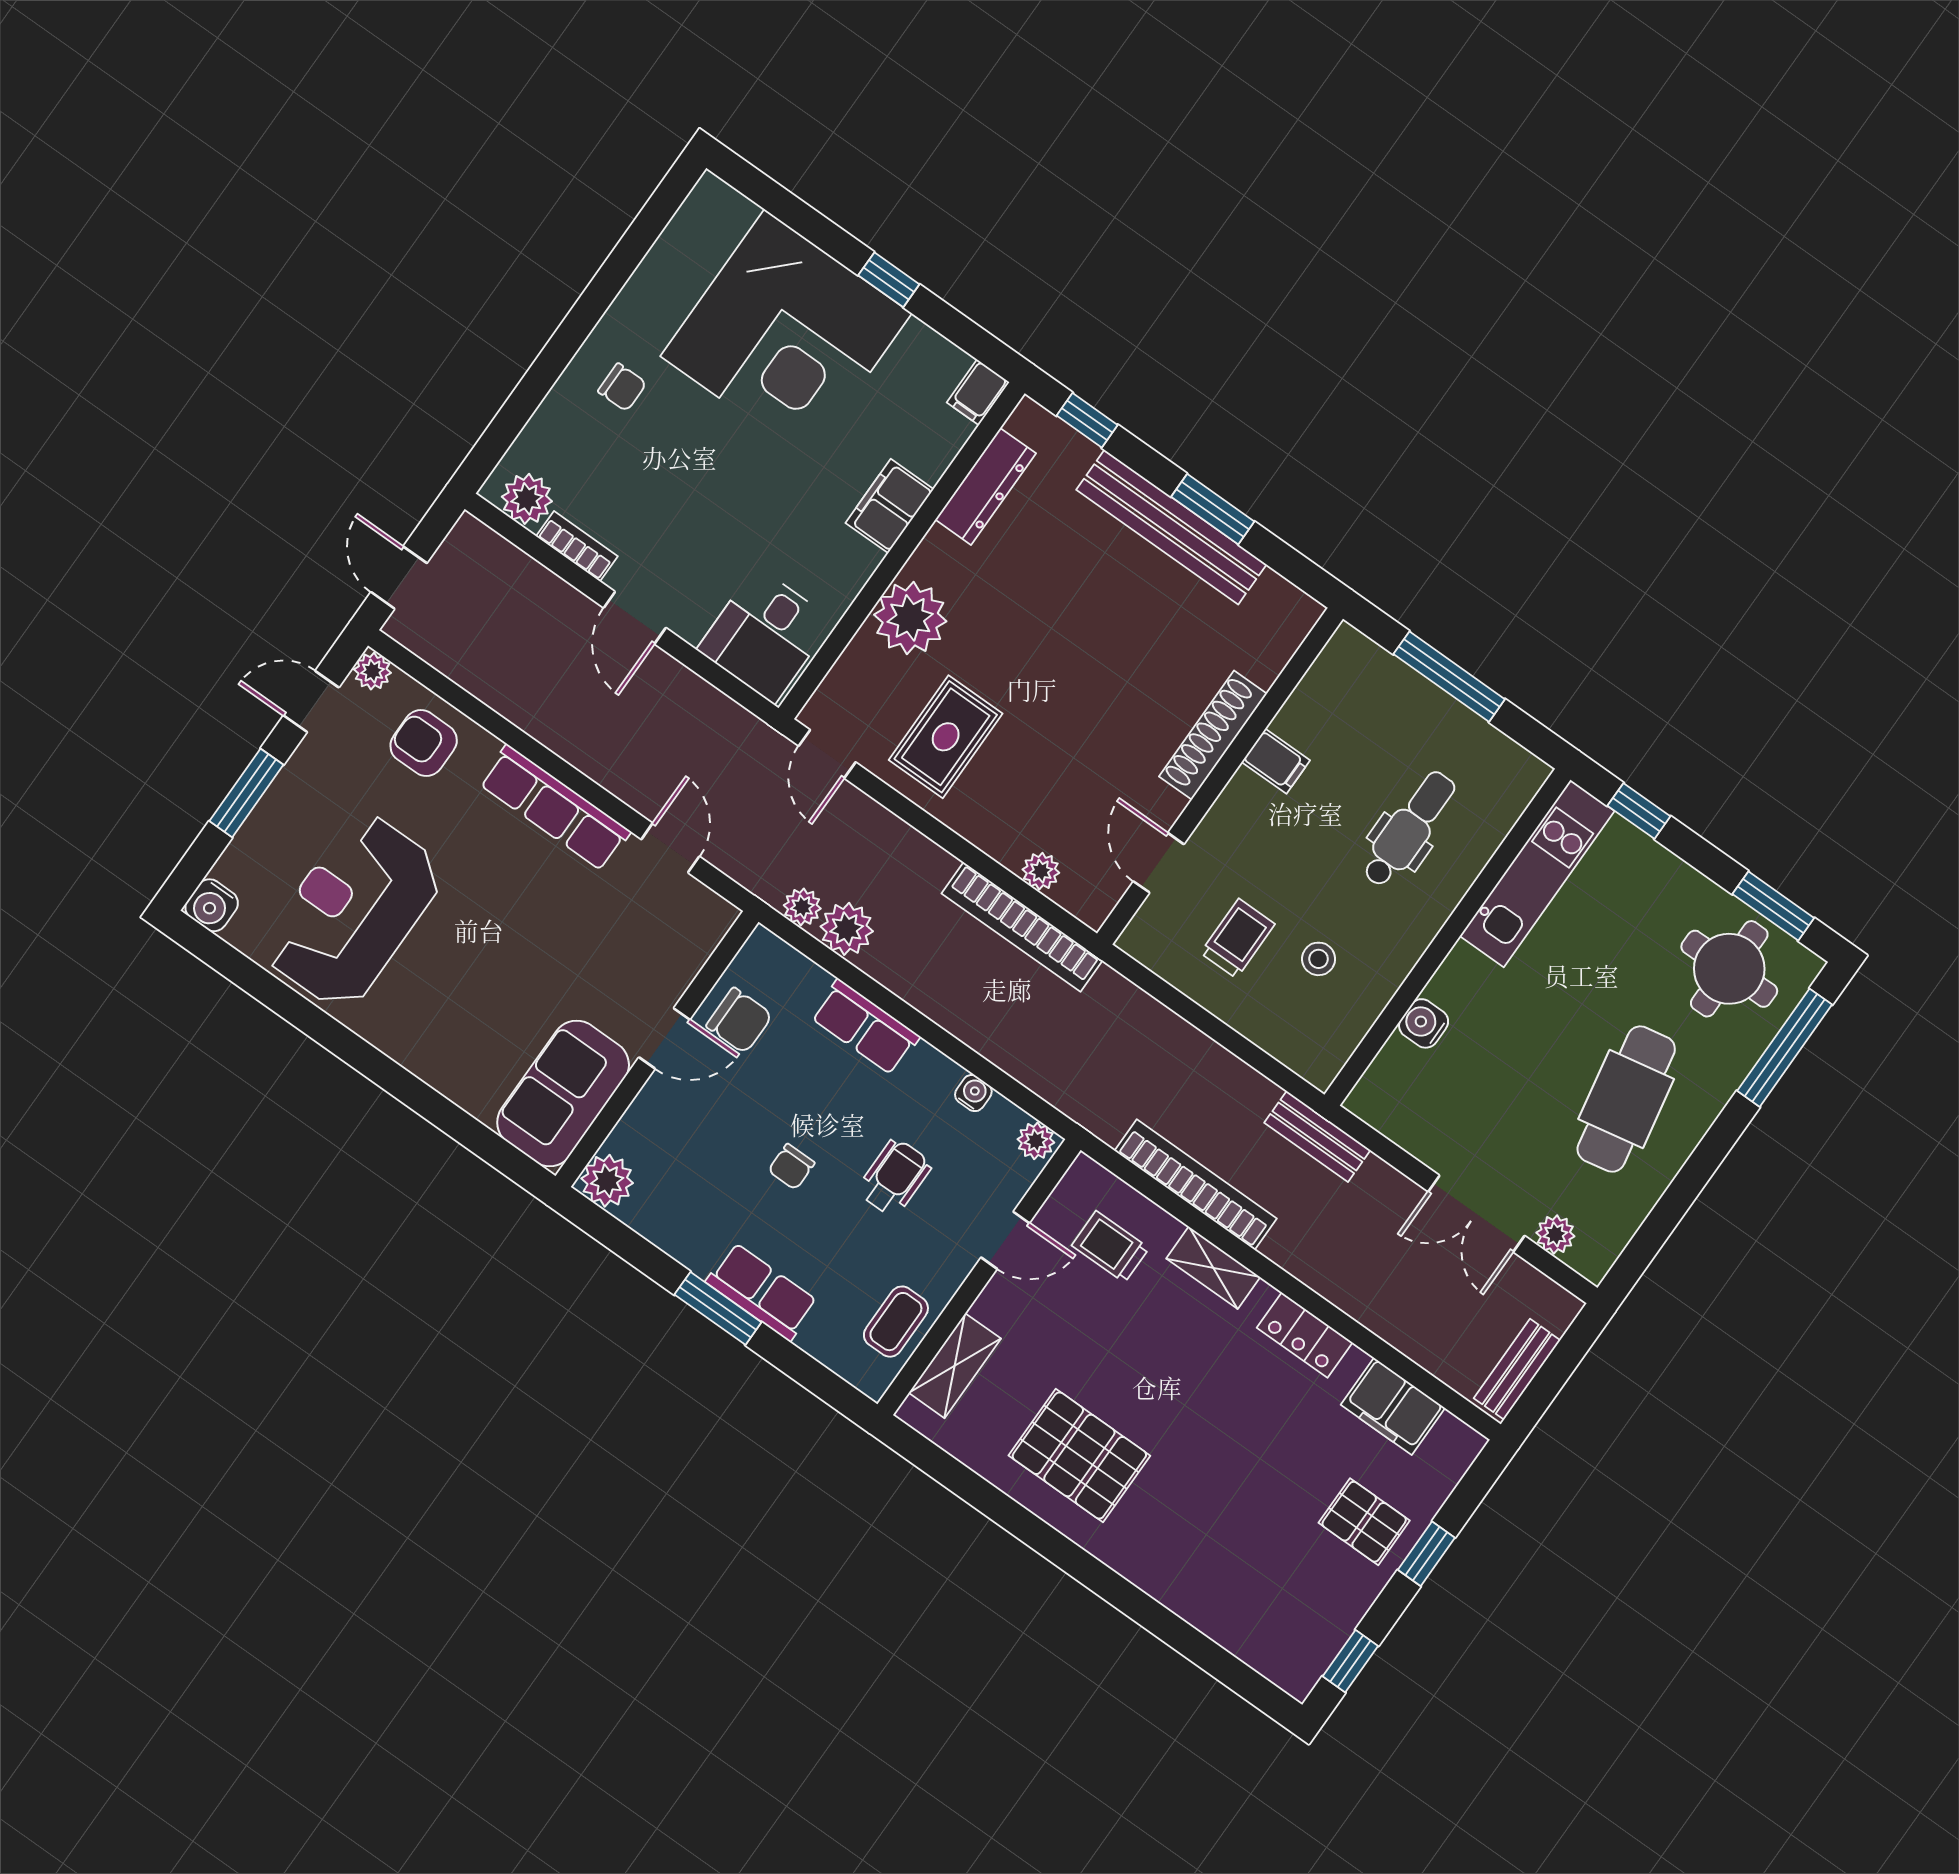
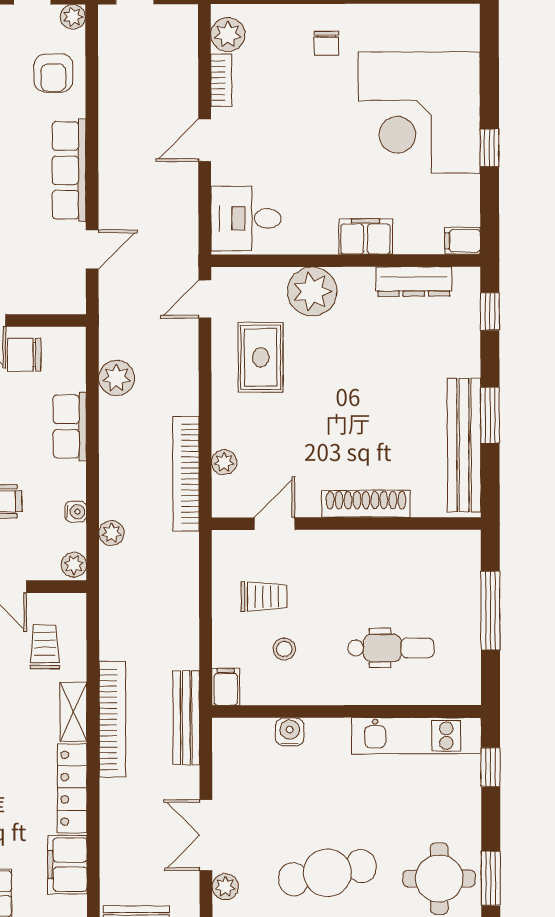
bench: (1171, 527) -> (464, 445), moved
rug: (946, 737) -> (261, 357), turned 90
armchair: (424, 743) -> (53, 73), turned 180
filing cabinet: (1276, 761) -> (226, 687), moved, turned 180
plant: (802, 907) -> (112, 533), moved
chair: (739, 1021) -> (24, 355), turned 90
bench: (1317, 1136) -> (186, 718), width x1.36
bookcase: (1196, 1185) -> (112, 719), moved
locker: (1305, 1335) -> (72, 788), width x1.53

